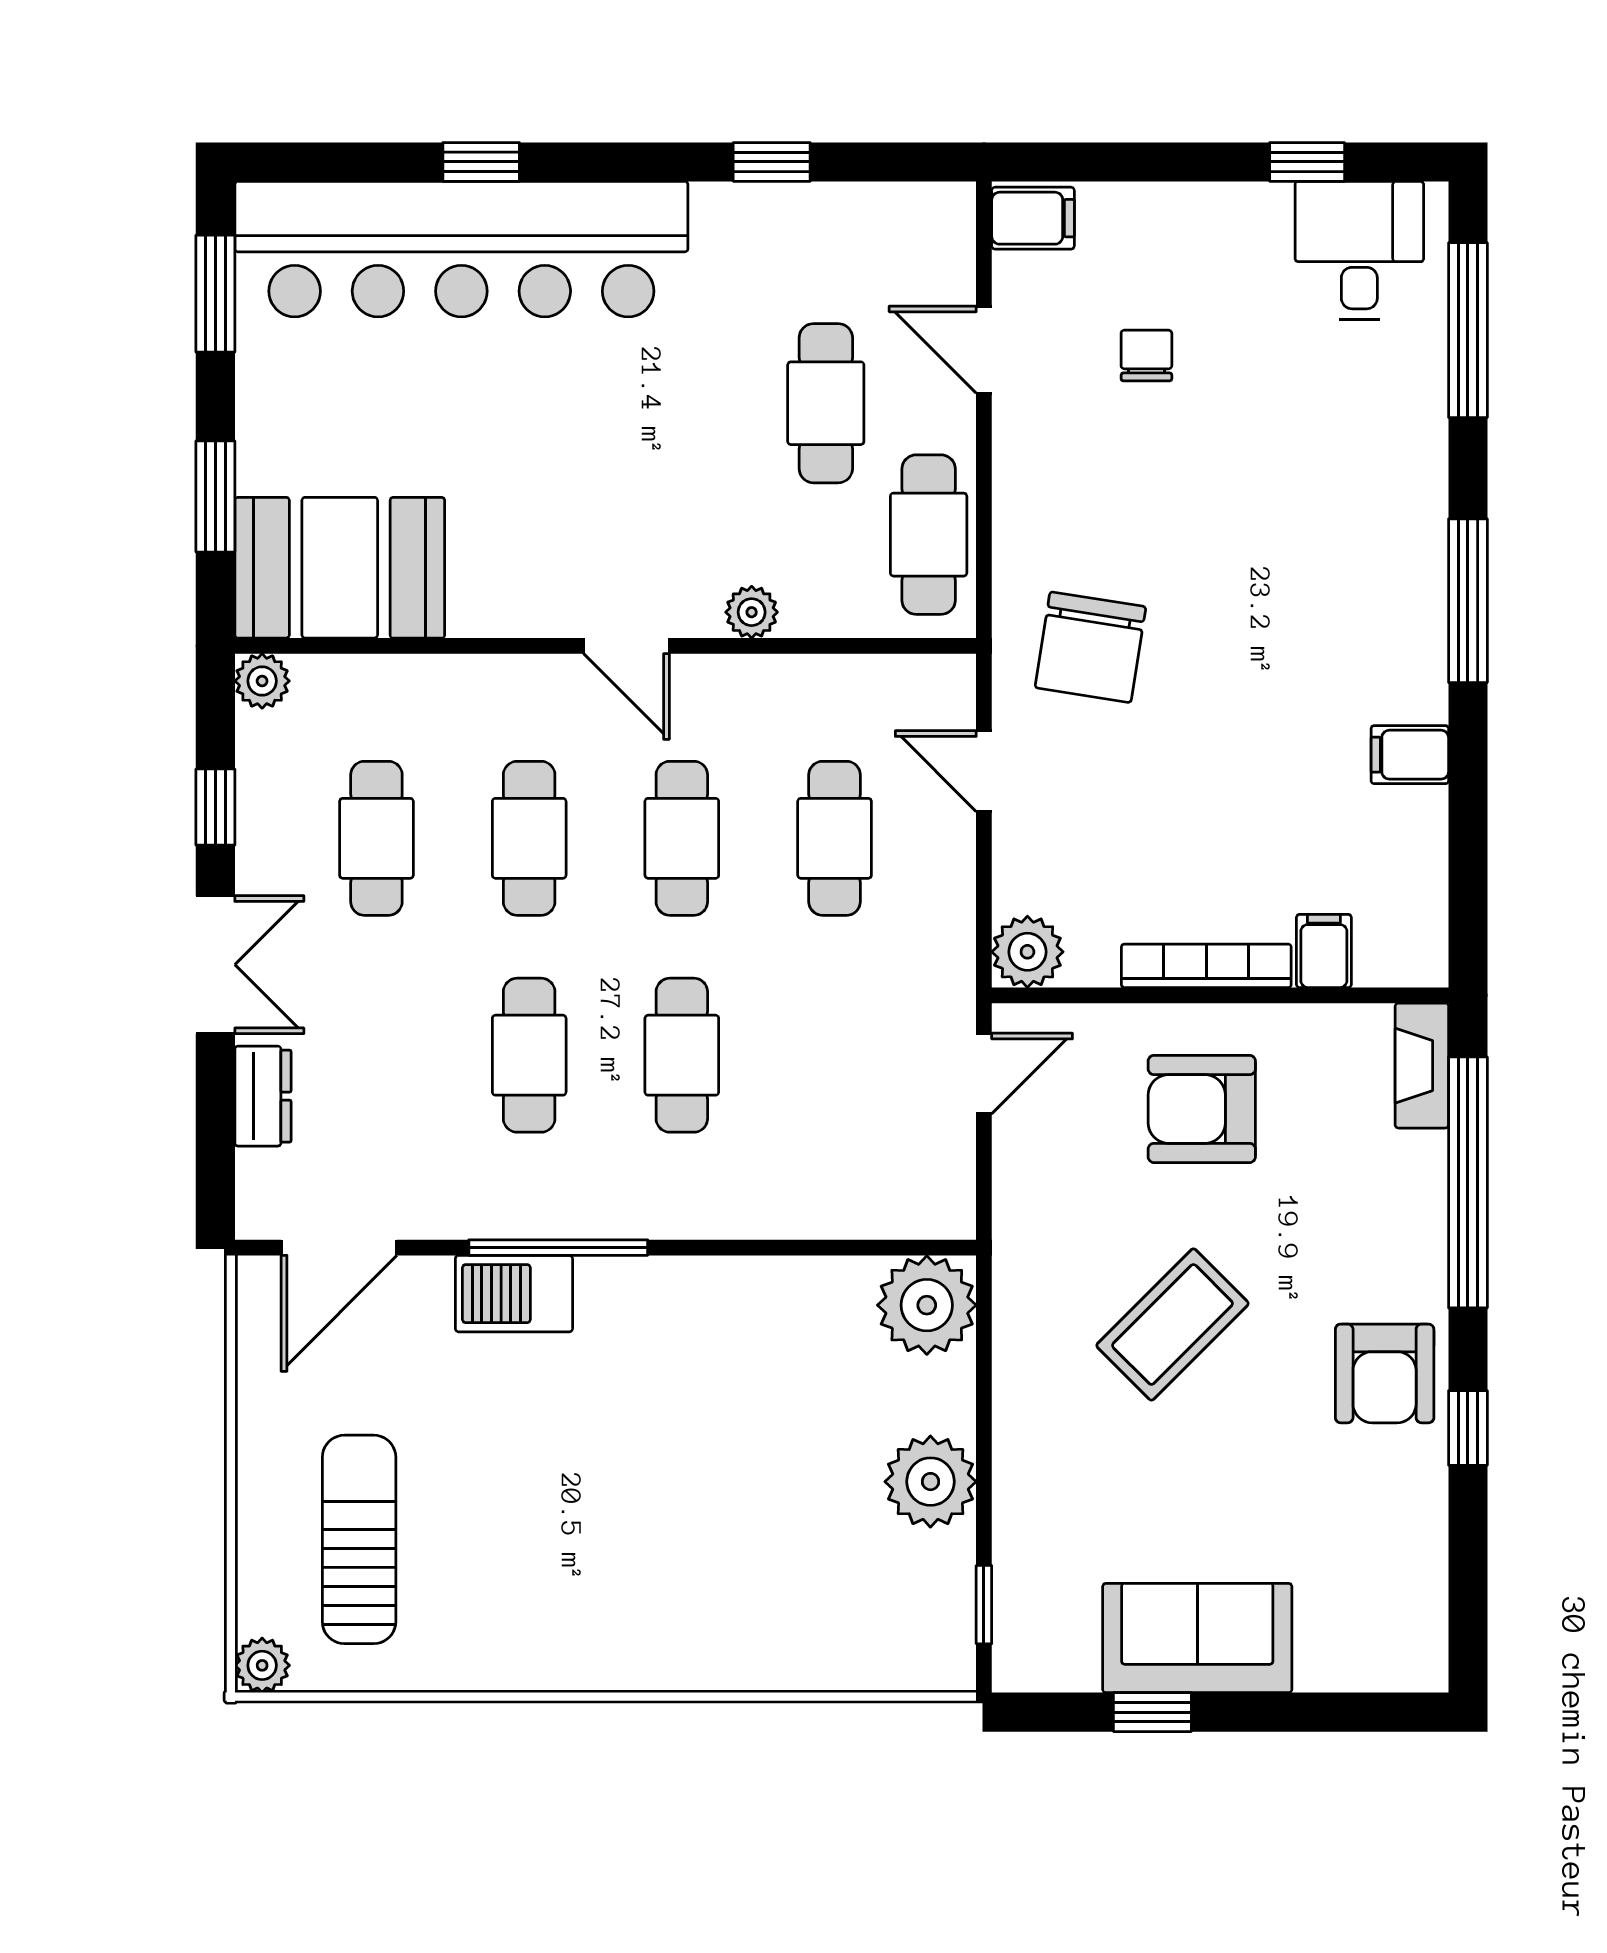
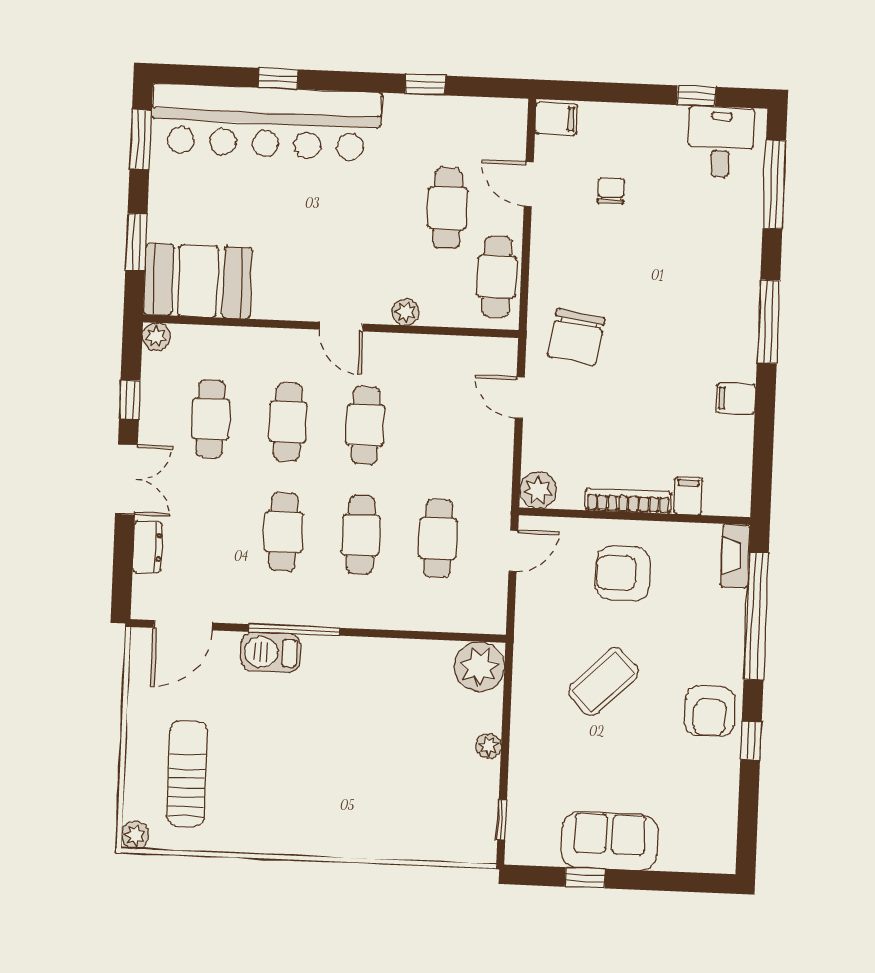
cafe table: (835, 838) -> (438, 538), moved
plant: (930, 1482) -> (489, 746), width x0.53, depth x0.53

